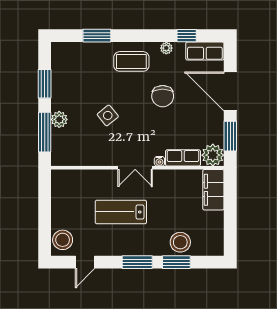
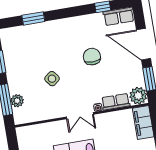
plant: (166, 48) -> (89, 19), removed
coffee table: (131, 61) -> (63, 34), removed
chair: (163, 96) -> (92, 57), turned 180
plant: (59, 119) -> (17, 101), moved

